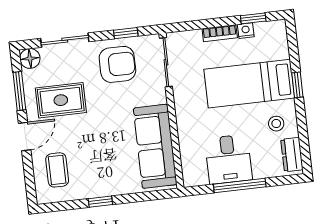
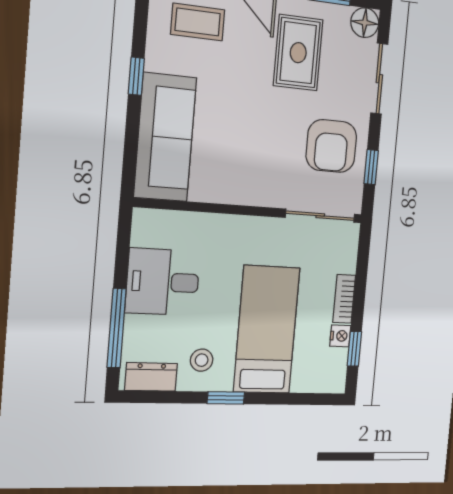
window: (297, 85) -> (226, 398), moved
sofa: (155, 146) -> (165, 137), moved, turned 90
window: (240, 185) -> (117, 328), moved

